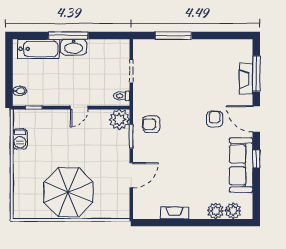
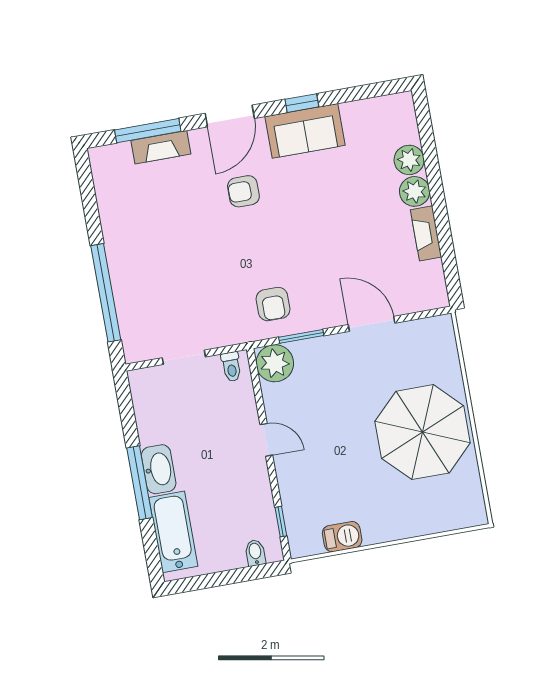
window: (173, 36) -> (106, 293), width x1.46
sofa: (241, 165) -> (305, 131), width x0.73
plant: (233, 211) -> (415, 191), moved

